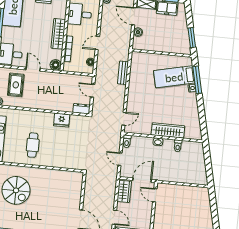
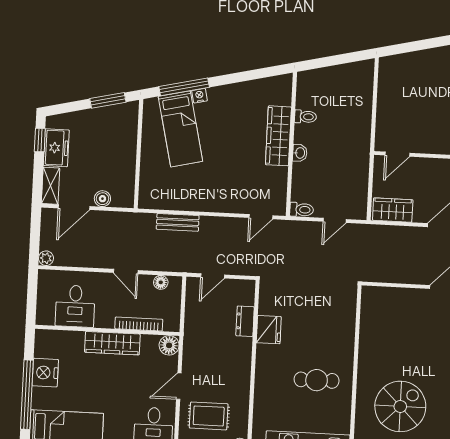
dresser: (82, 109) -> (245, 321), moved
door: (124, 119) -> (261, 217), swing flipped
door: (142, 180) -> (371, 178), removed

